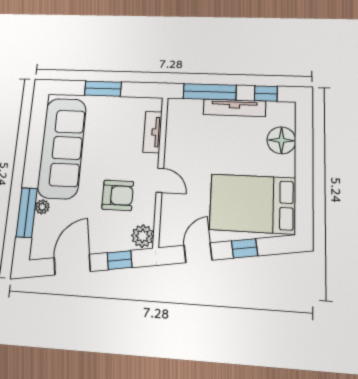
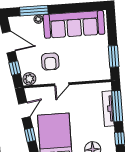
window: (103, 89) -> (114, 56), moved
tv unit: (234, 108) -> (108, 109), moved
tv unit: (153, 132) -> (89, 76), removed
door: (198, 253) -> (24, 110), hinge flipped

